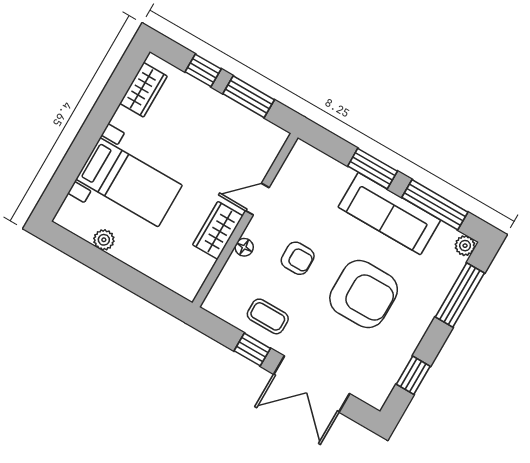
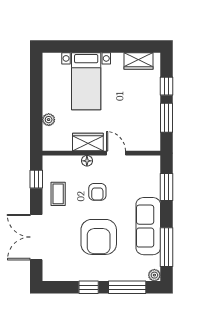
window: (373, 169) -> (167, 187), moved
plant: (104, 240) -> (49, 120), moved
window: (252, 350) -> (36, 179), moved
window: (413, 375) -> (89, 287), moved

